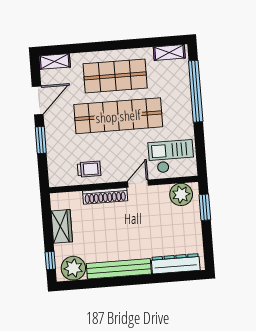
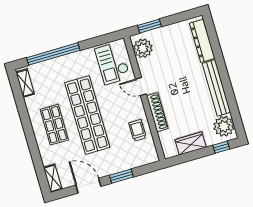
shop shelf: (115, 76) -> (54, 125), width x0.70, depth x0.74

